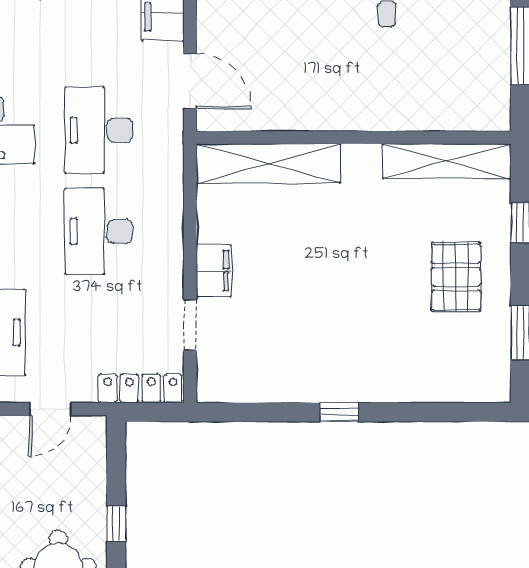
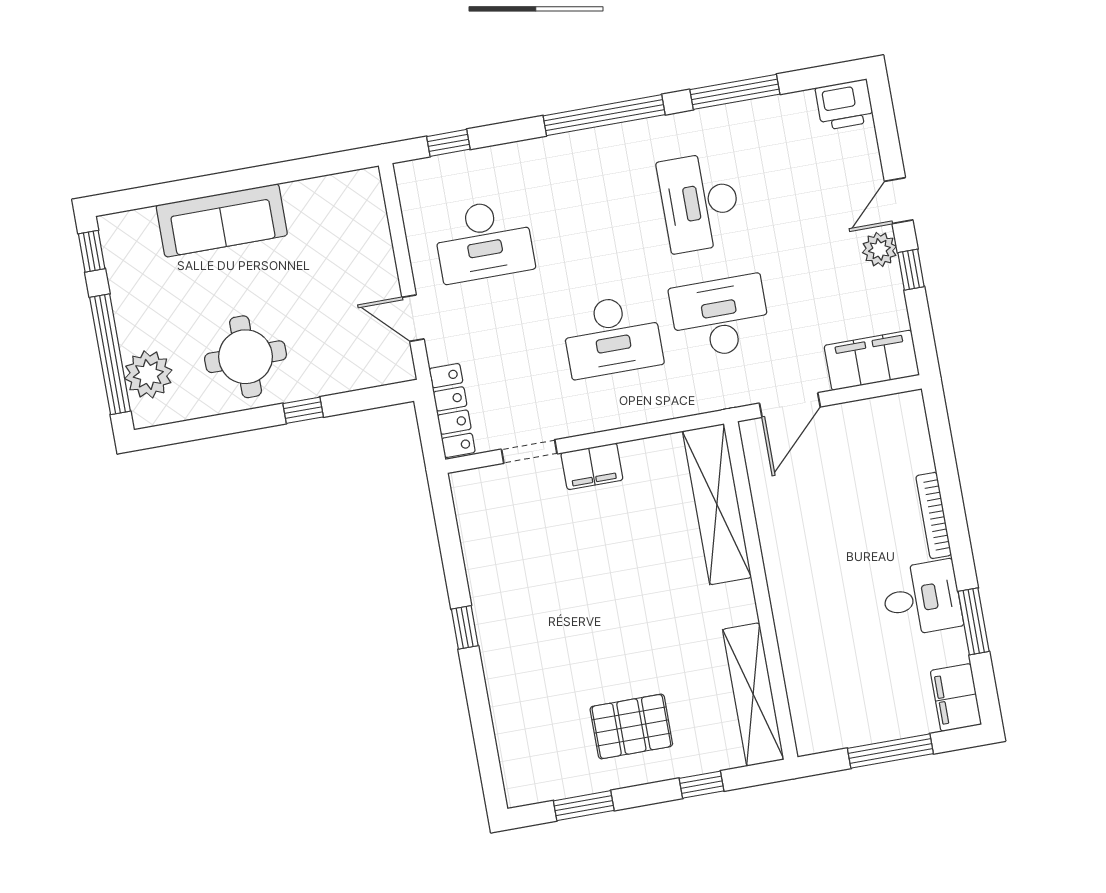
desk: (99, 231) -> (612, 336), turned 180

